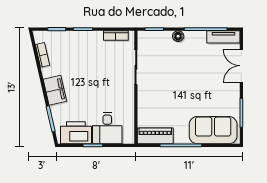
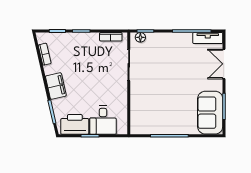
floor lamp: (178, 36) -> (140, 37), moved
sofa: (213, 130) -> (210, 113), moved, turned -90
piano: (155, 136) -> (146, 127), removed

